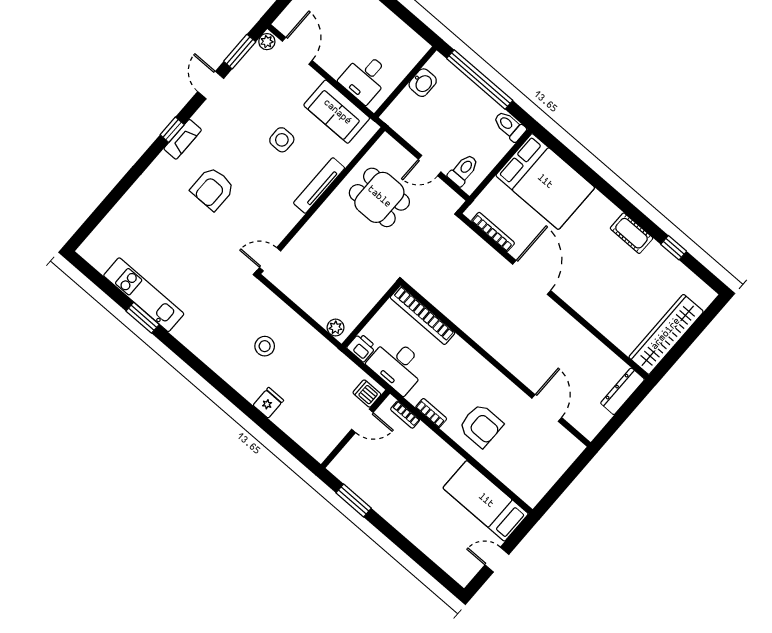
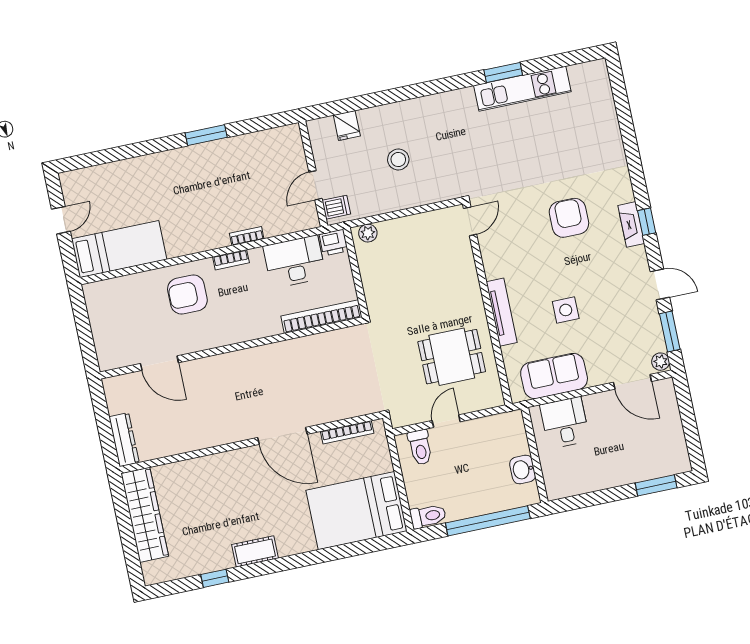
dishwasher: (367, 394) -> (336, 207), moved
door: (362, 421) -> (316, 185), moved
wall: (355, 429) -> (313, 174), moved

